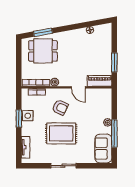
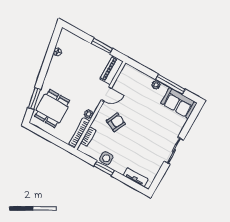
rug: (61, 133) -> (142, 136), removed

